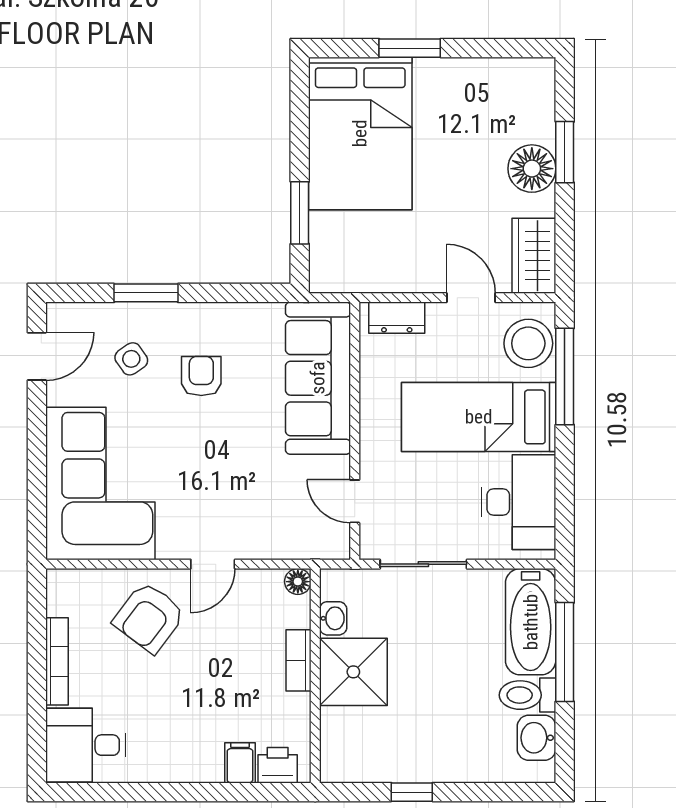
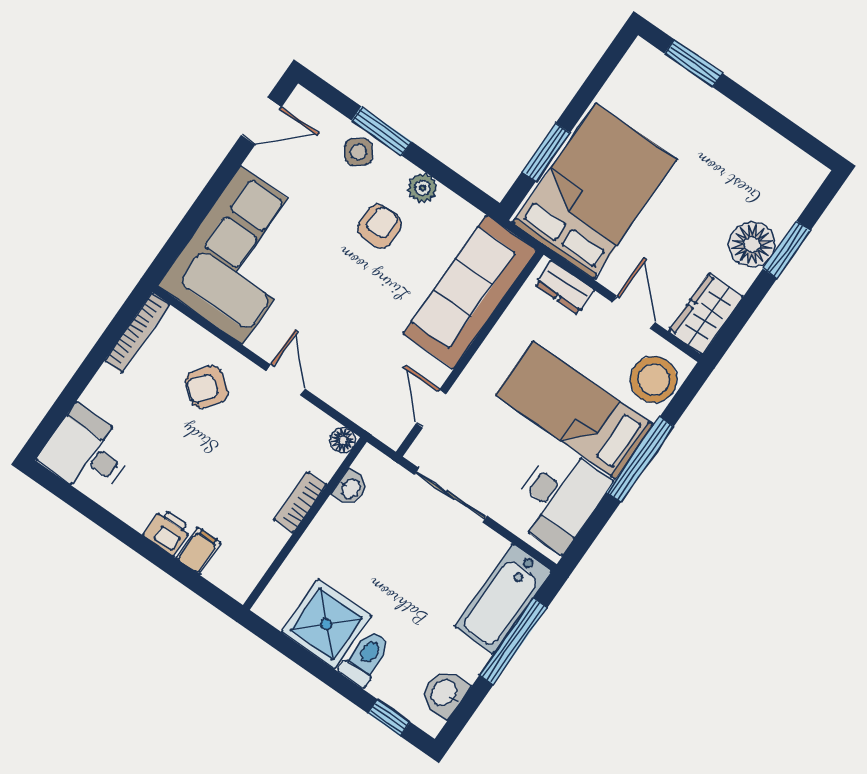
window: (410, 48) -> (693, 63), moved
bed: (360, 133) -> (595, 191), moved, turned 180
plant: (215, 317) -> (423, 188), added
side table: (131, 359) -> (358, 152), moved
window: (565, 377) -> (640, 459), moved
door: (213, 564) -> (286, 380), swing flipped
armchair: (149, 617) -> (207, 387), width x0.72, depth x0.72
bookcase: (57, 661) -> (137, 333), moved
shower: (353, 672) -> (326, 624), moved
toilet: (528, 695) -> (366, 658), moved, turned 90
printer: (278, 765) -> (168, 532), moved
window: (412, 792) -> (389, 718), moved

